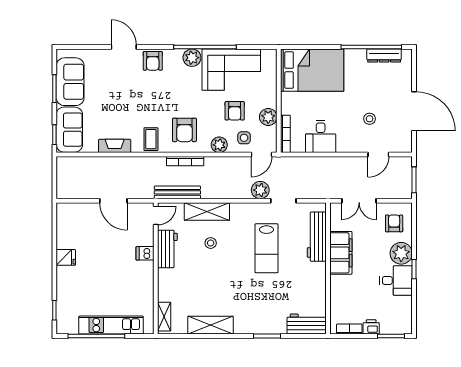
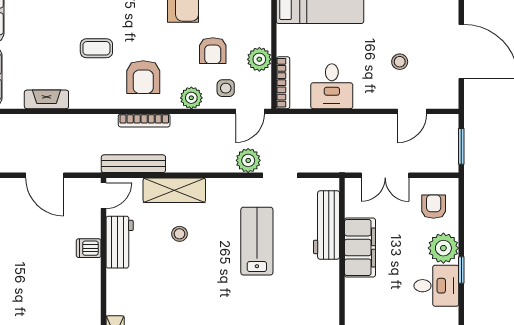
coffee table: (151, 139) -> (96, 48), moved, turned 90
lab bench: (267, 248) -> (257, 241), turned 180

